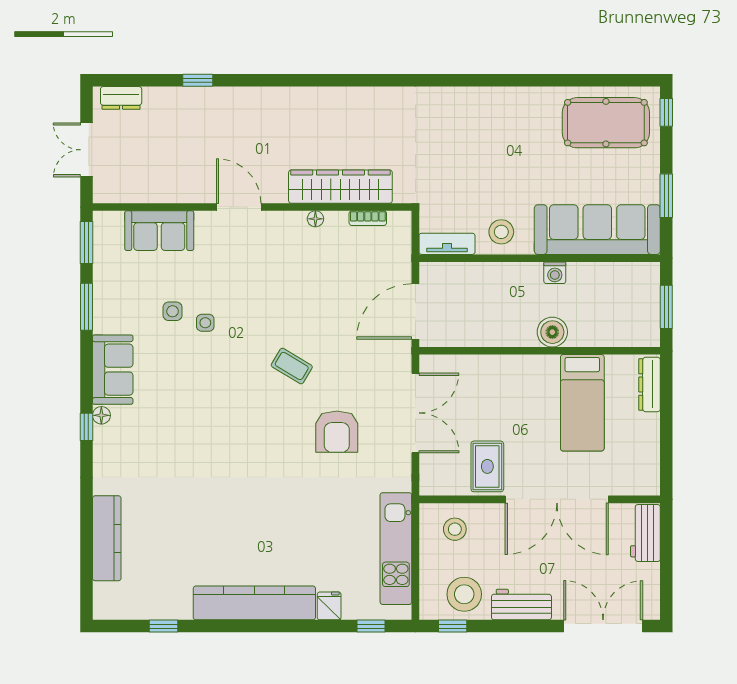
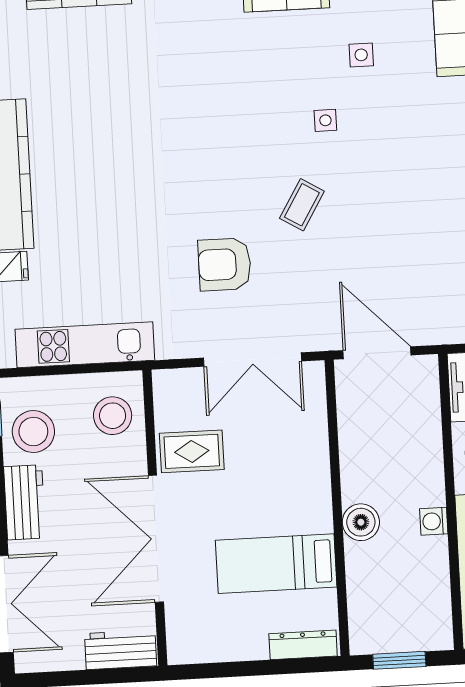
side table: (205, 323) -> (325, 120), moved
stool: (455, 529) -> (113, 416), width x1.38, depth x1.38

